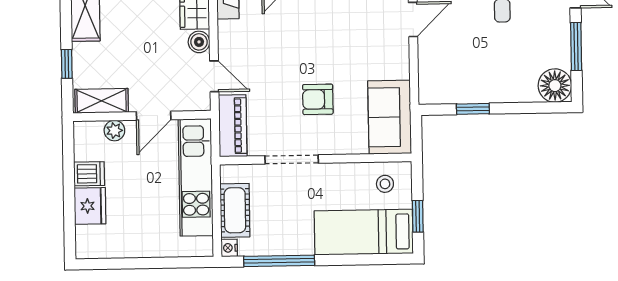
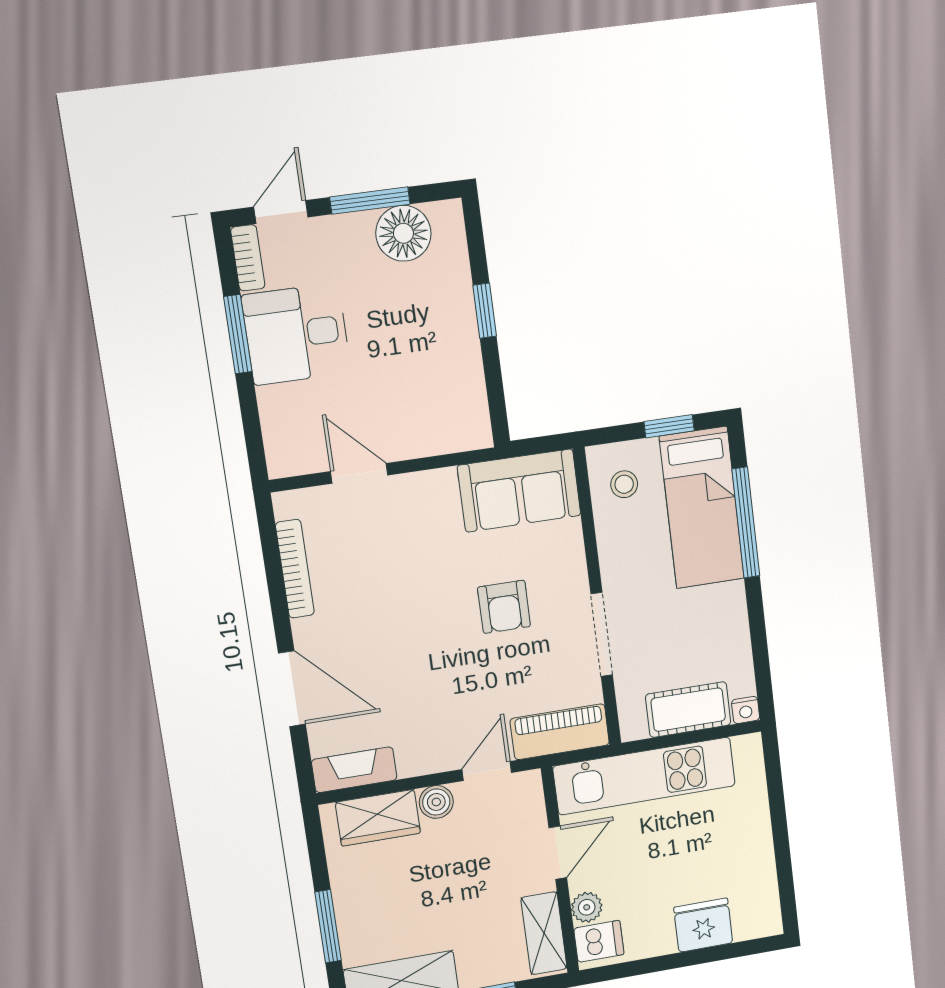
floor lamp: (555, 86) -> (403, 233), moved
window: (473, 109) -> (485, 311), moved
door: (154, 116) -> (558, 853), hinge flipped
dishwasher: (89, 174) -> (599, 941), moved, turned 90
window: (279, 261) -> (746, 523), moved

